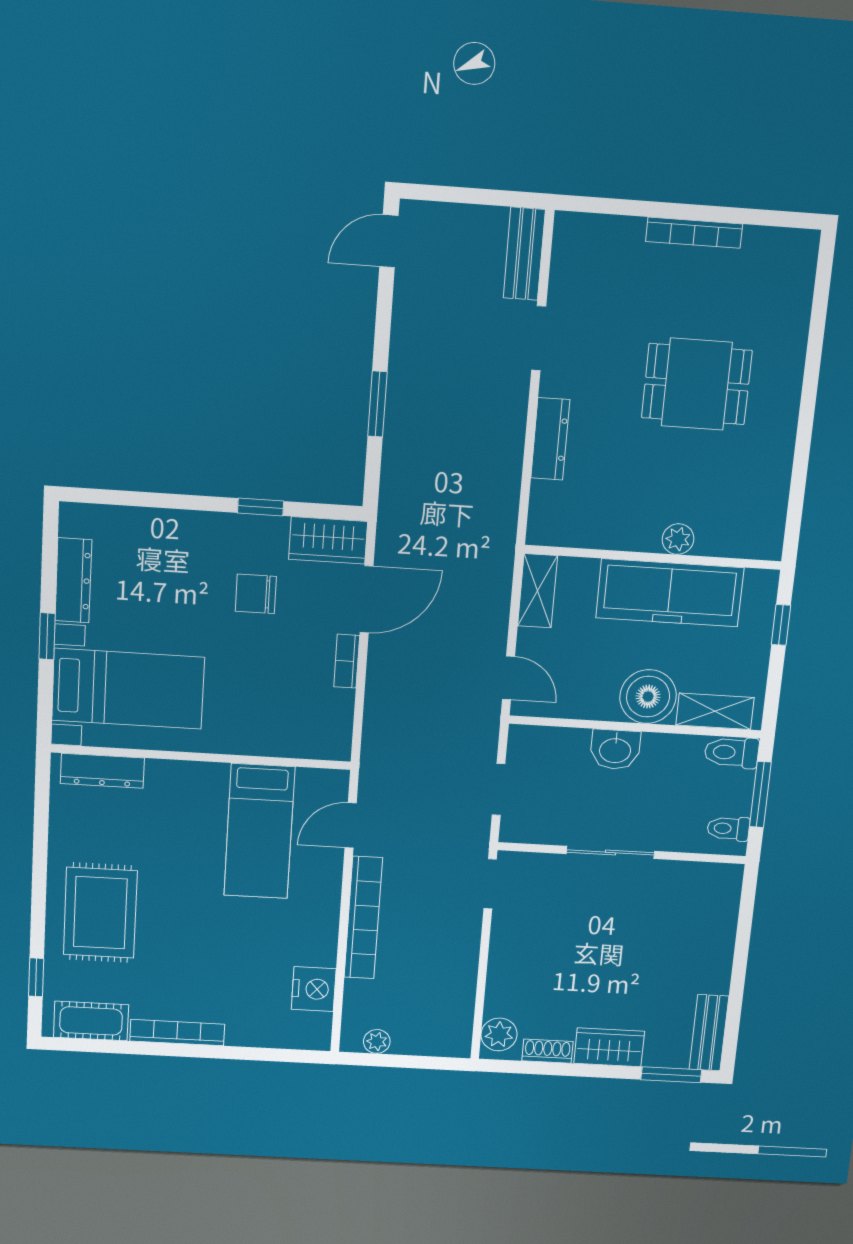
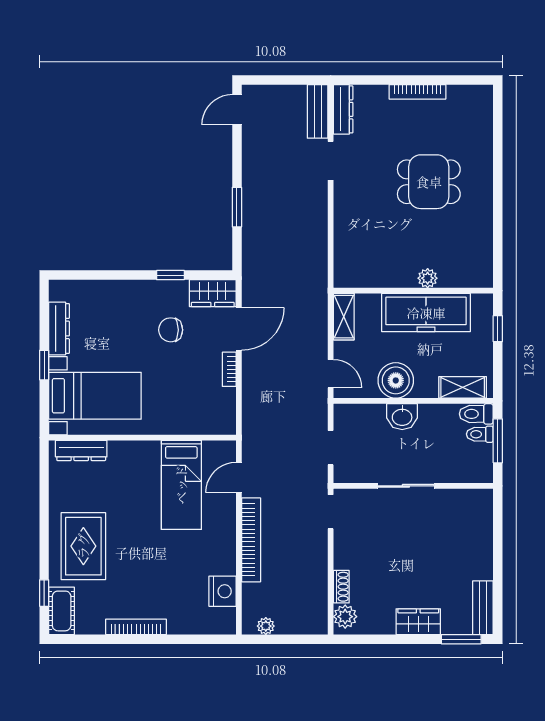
dresser: (550, 439) -> (343, 109), moved
boiler: (648, 697) -> (396, 380), moved
toilet: (728, 829) -> (480, 434), moved
cot: (91, 1021) -> (62, 611), moved, turned 90
shoe rack: (547, 1051) -> (341, 587), moved, turned 90

